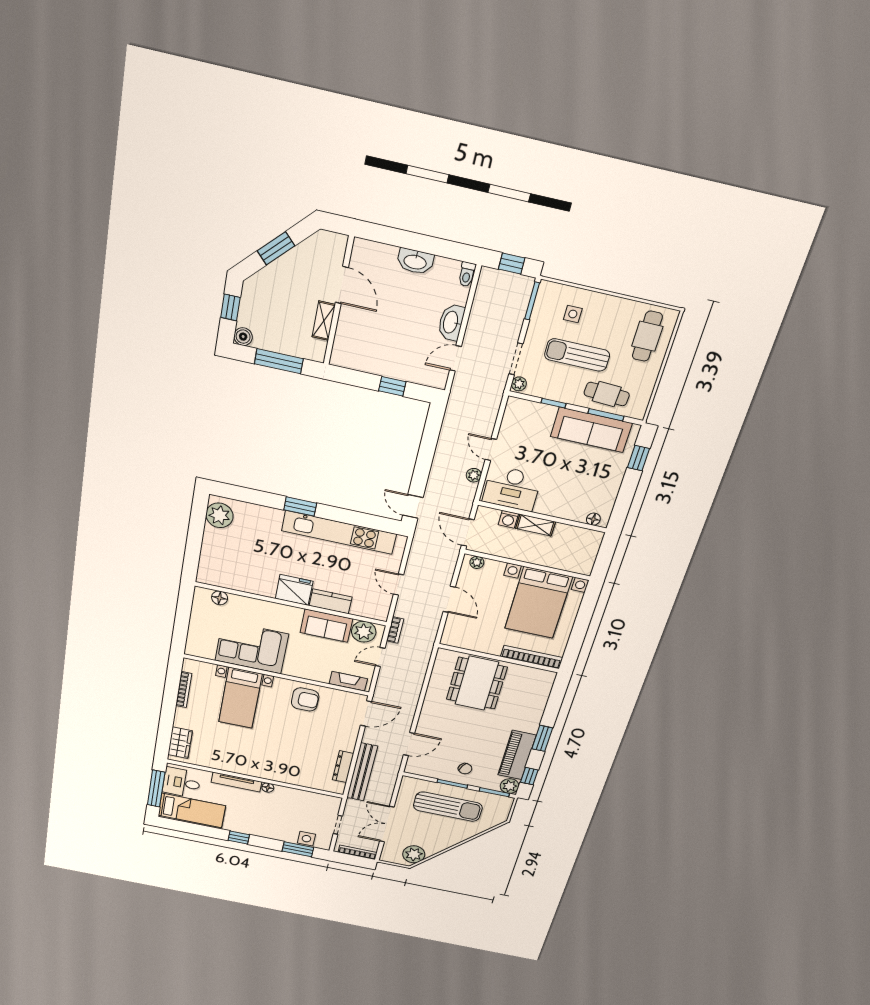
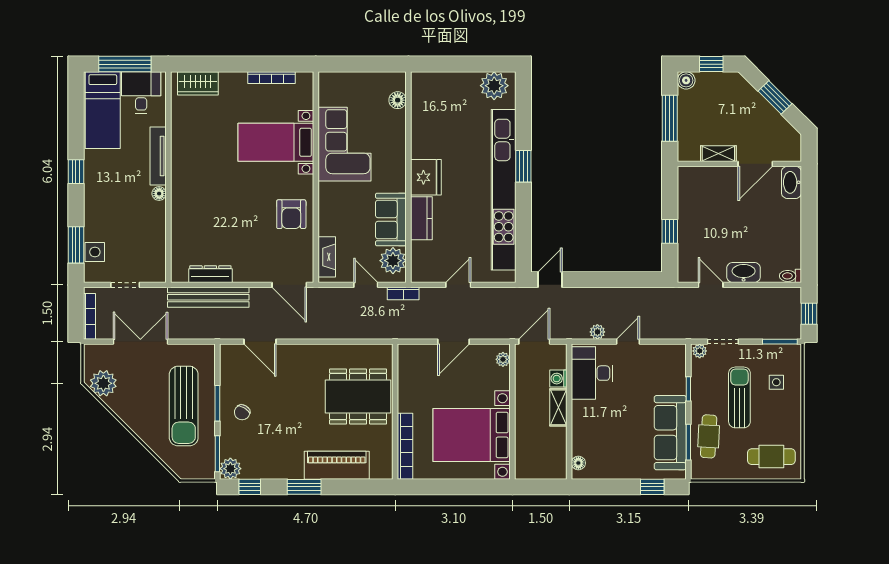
washbasin: (415, 261) -> (791, 182), moved
kitchen unit: (339, 532) -> (504, 190), width x1.36
piano: (517, 755) -> (337, 465), moved

